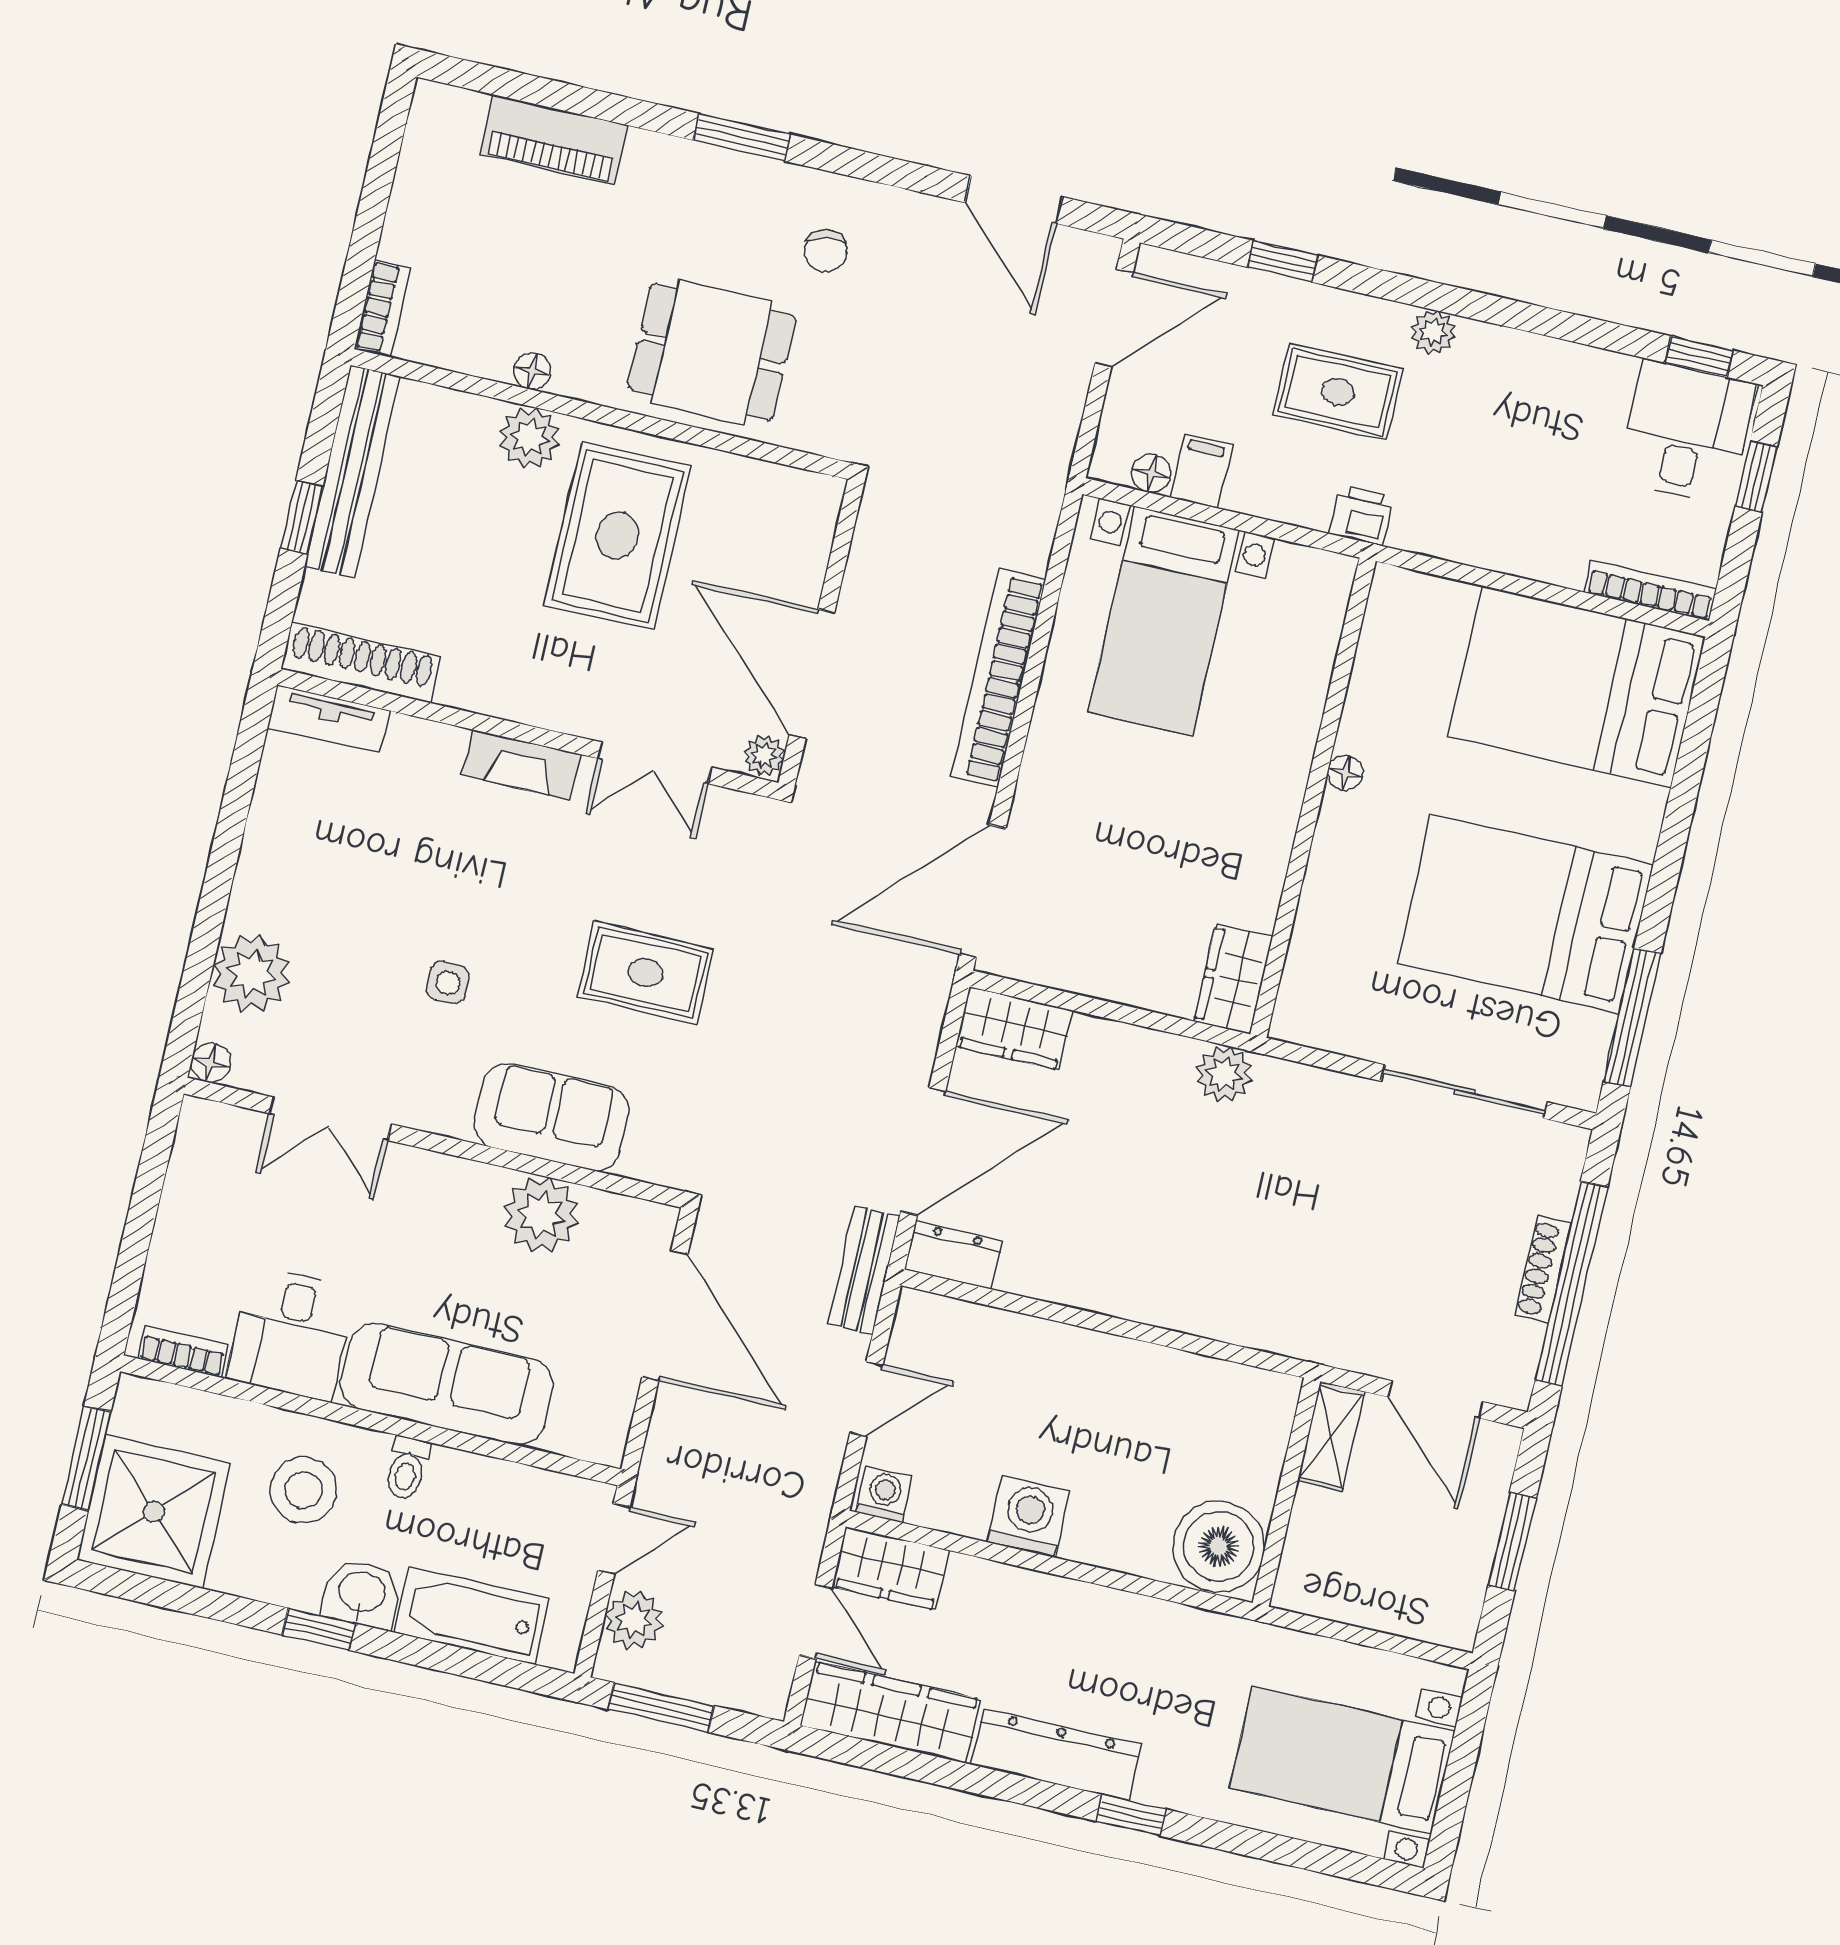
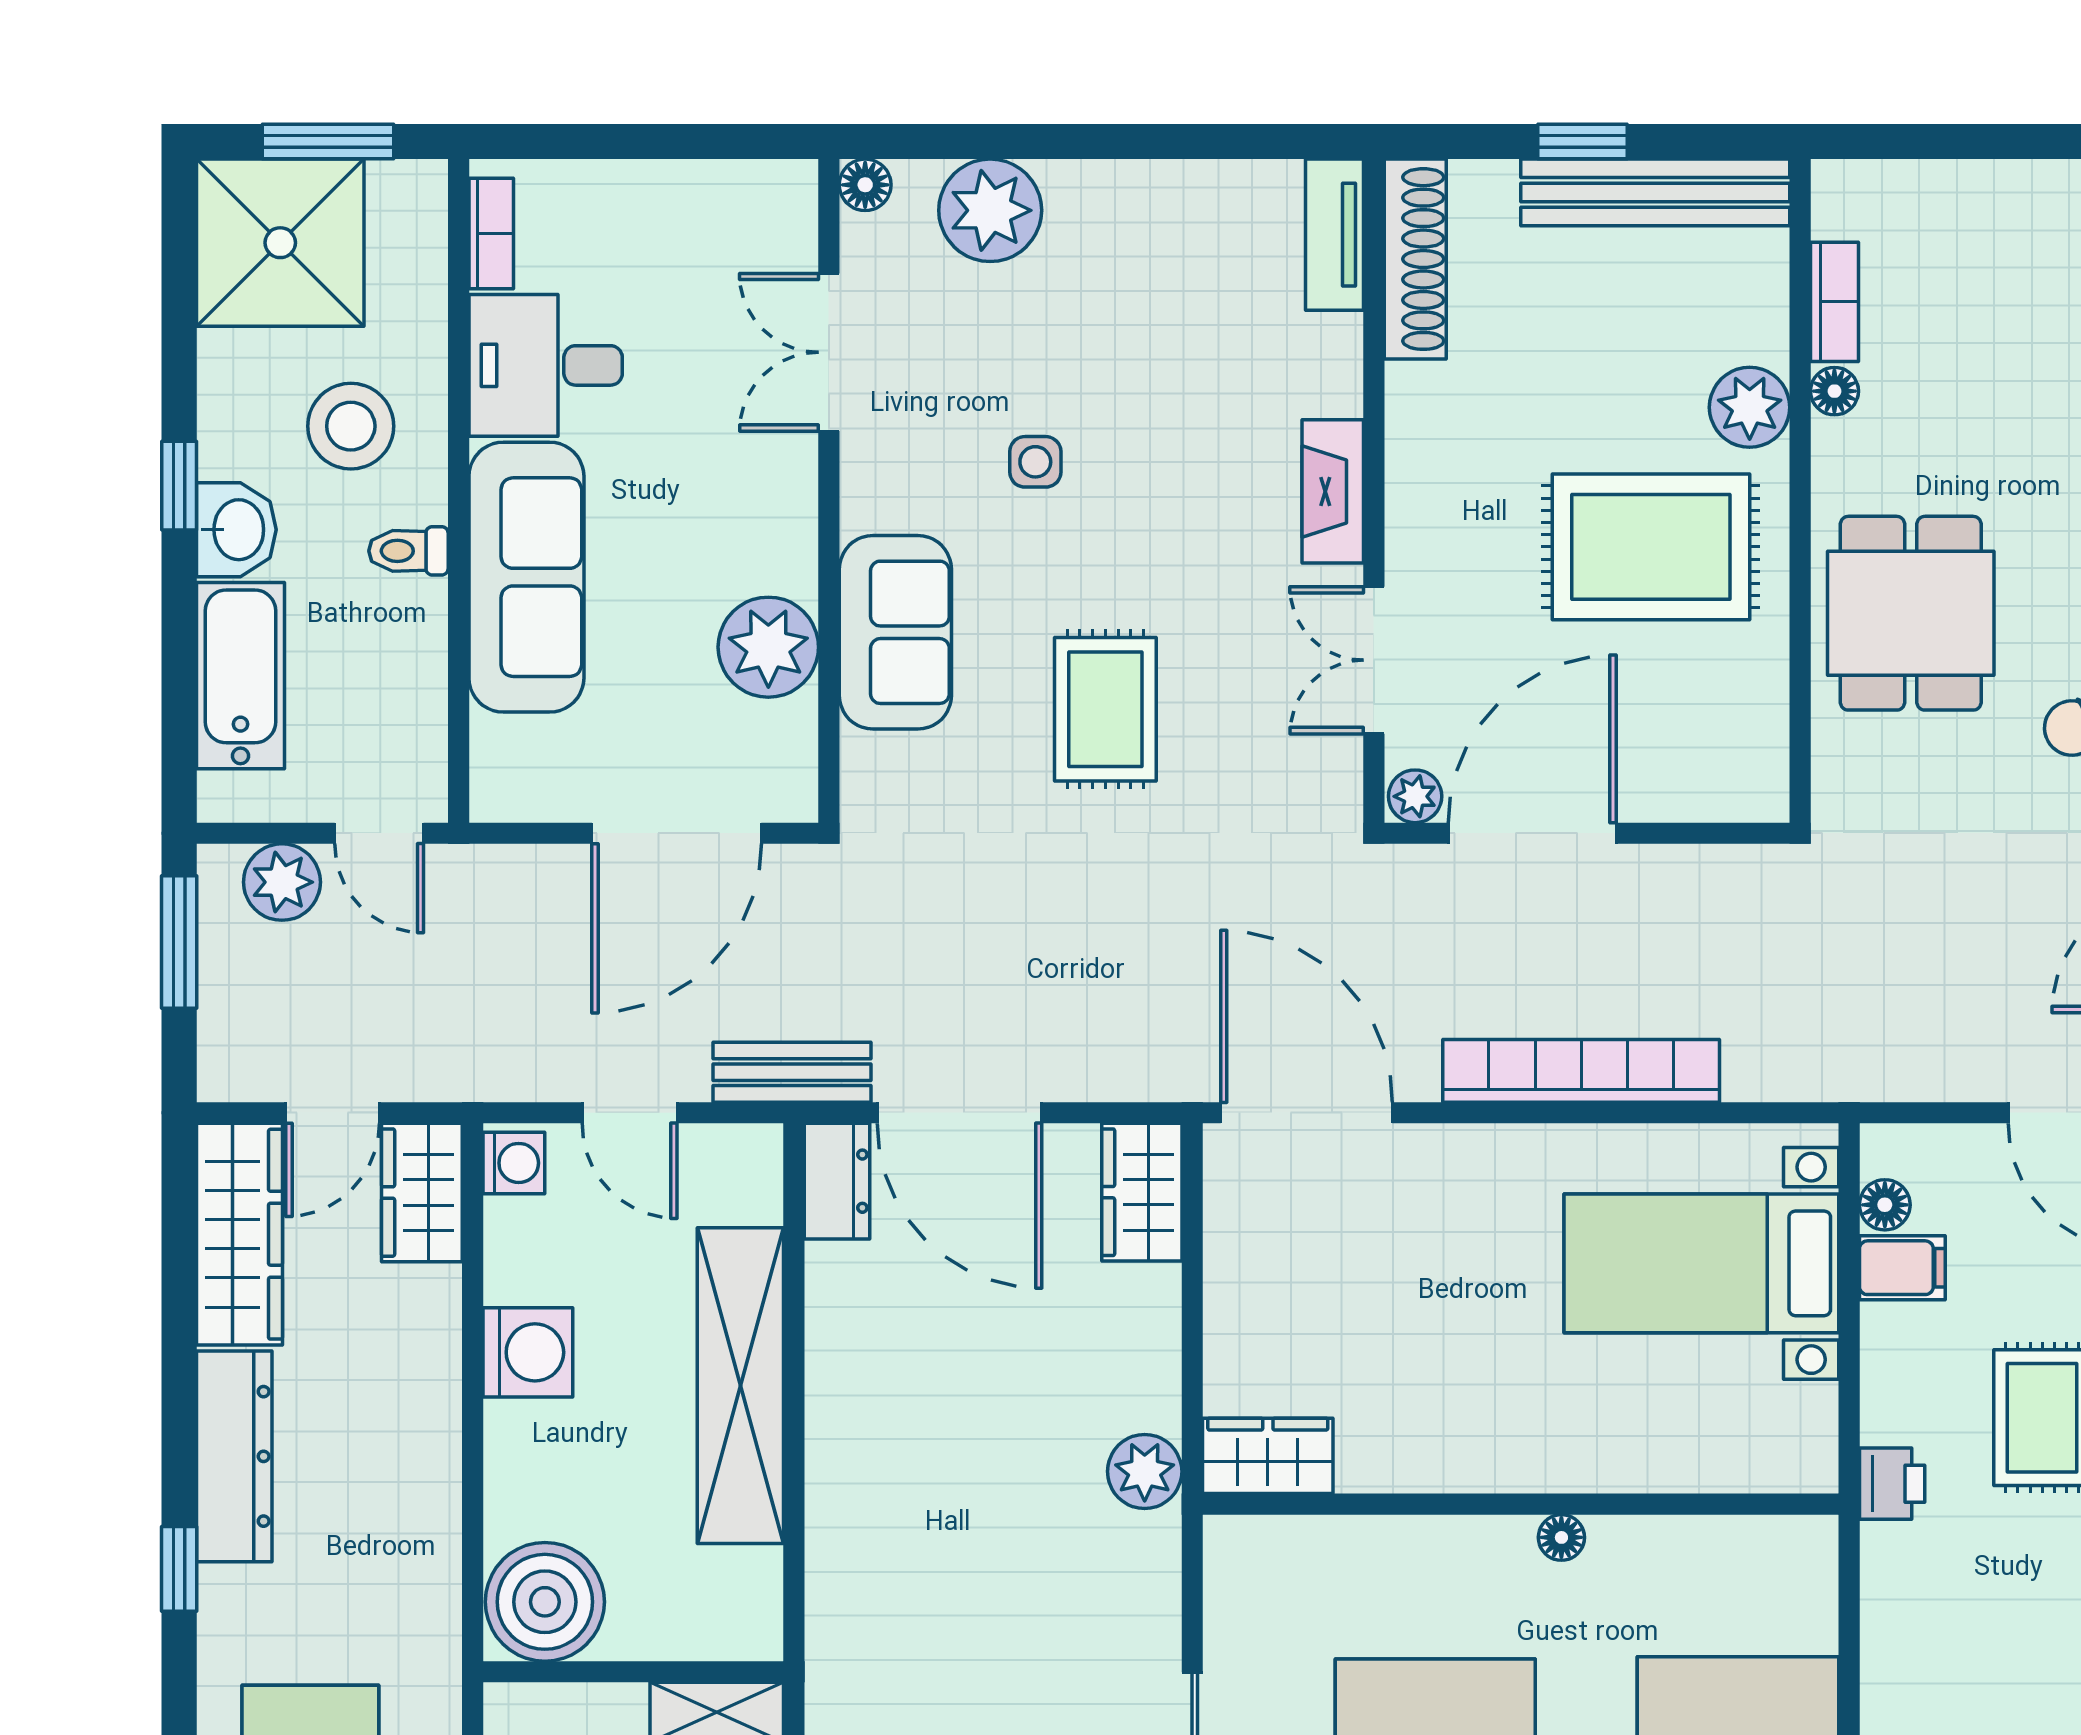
bookcase: (382, 308) -> (1835, 302), moved, turned -90
shelving: (1090, 1363) -> (740, 1386), added

